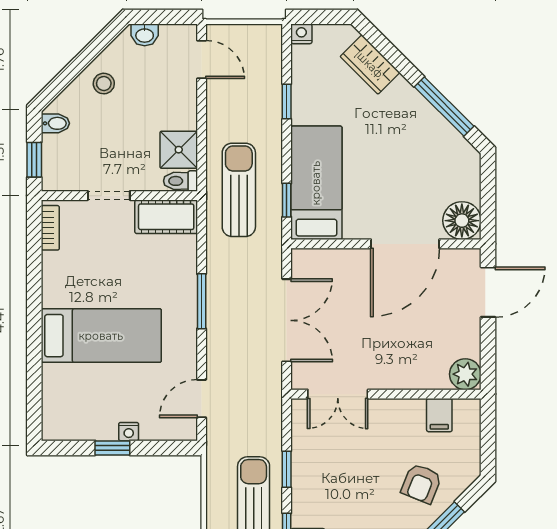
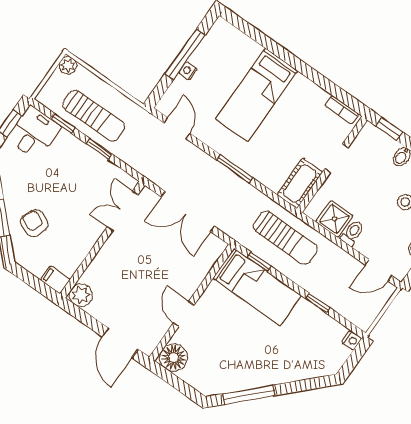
wardrobe: (370, 65) -> (305, 368), removed
toilet: (180, 181) -> (352, 233), moved
door: (405, 244) -> (184, 314), width x0.53
filing cabinet: (439, 415) -> (55, 280), moved
window: (112, 448) -> (185, 54), width x2.17

